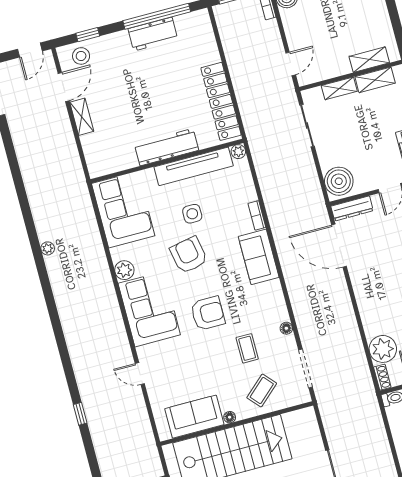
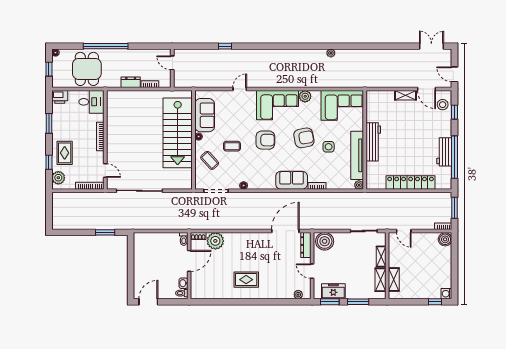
locker: (221, 101) -> (411, 182), moved
armchair: (208, 313) -> (265, 140), turned -89
coffee table: (247, 348) -> (232, 146), moved

